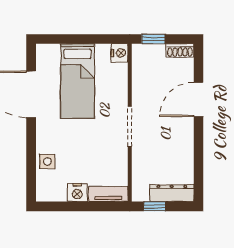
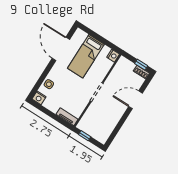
window: (153, 39) -> (141, 65), moved
nightstand: (77, 193) -> (39, 98), moved
dresser: (172, 193) -> (96, 135), removed

